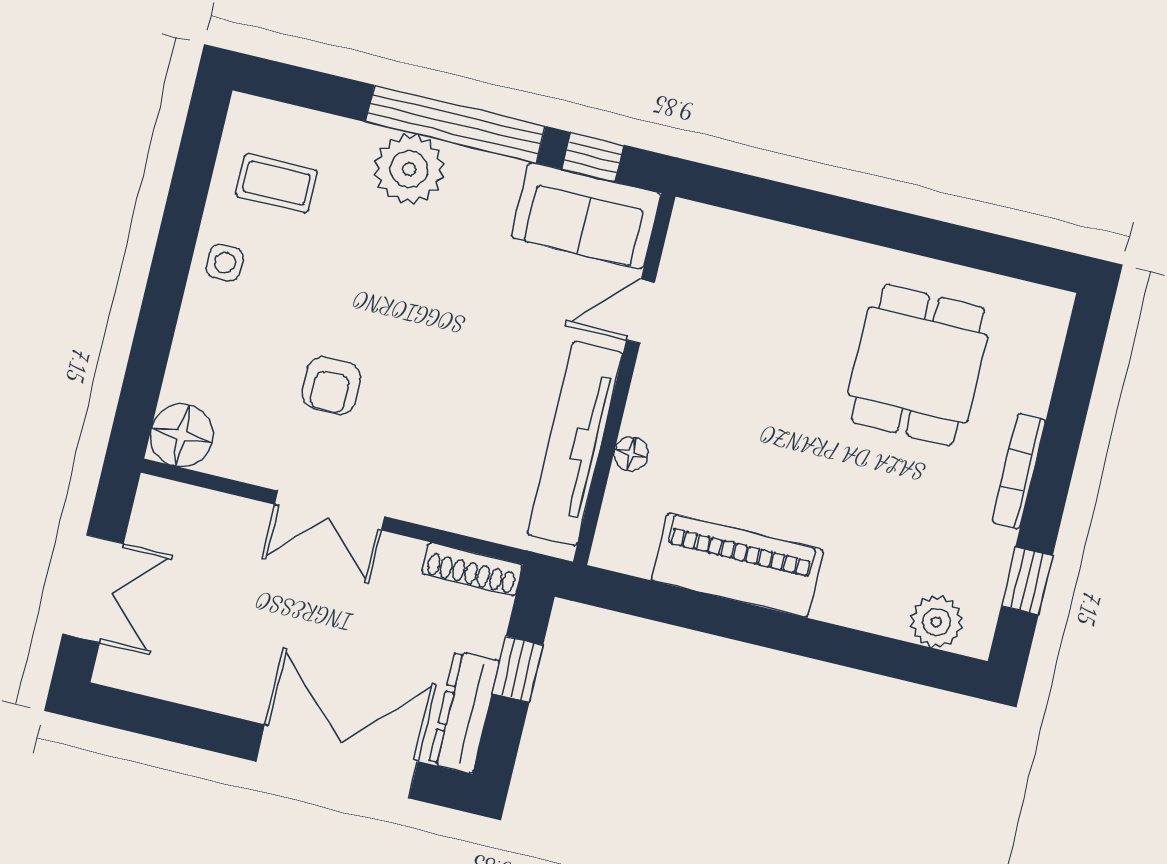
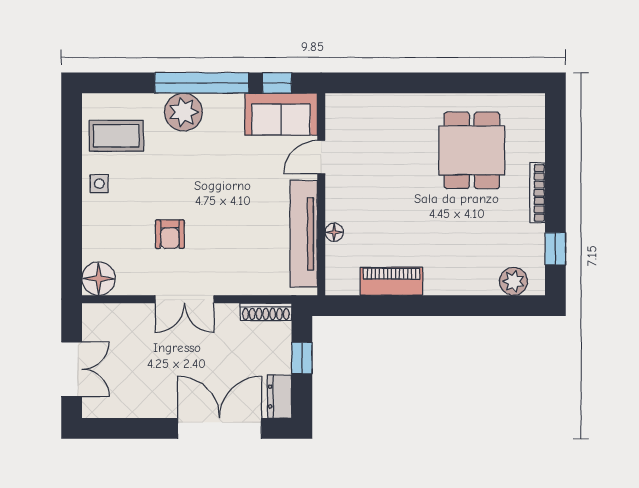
coffee table: (277, 183) -> (116, 136), width x1.36, depth x1.30
piano: (737, 565) -> (392, 281), width x0.73, depth x0.75
dresser: (464, 712) -> (280, 397), width x0.70

